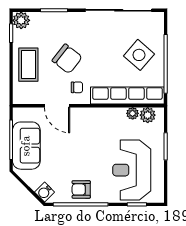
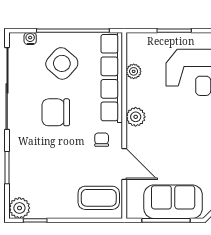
water cooler: (159, 29) -> (30, 39), added
chair: (67, 59) -> (56, 112), moved, turned -128
coffee table: (28, 65) -> (99, 198), moved
door: (57, 106) -> (124, 164), hinge flipped
plant: (148, 115) -> (136, 117), moved

